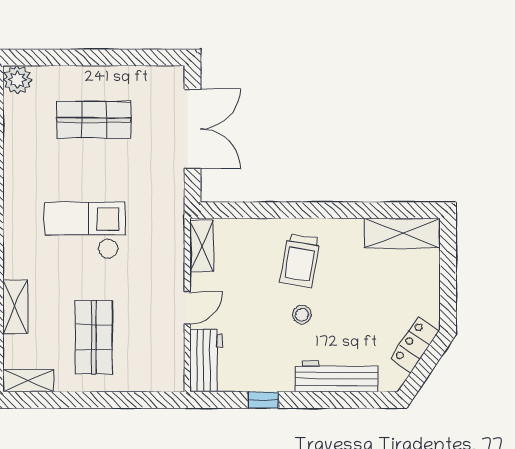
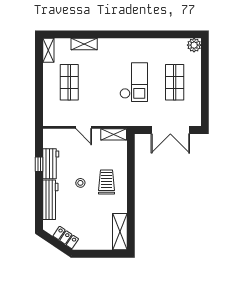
checkout: (85, 230) -> (134, 82), moved
trolley: (300, 261) -> (107, 182), turned 80
shop shelf: (94, 337) -> (69, 82), turned 90
workbench: (206, 361) -> (51, 164), moved, turned -90

